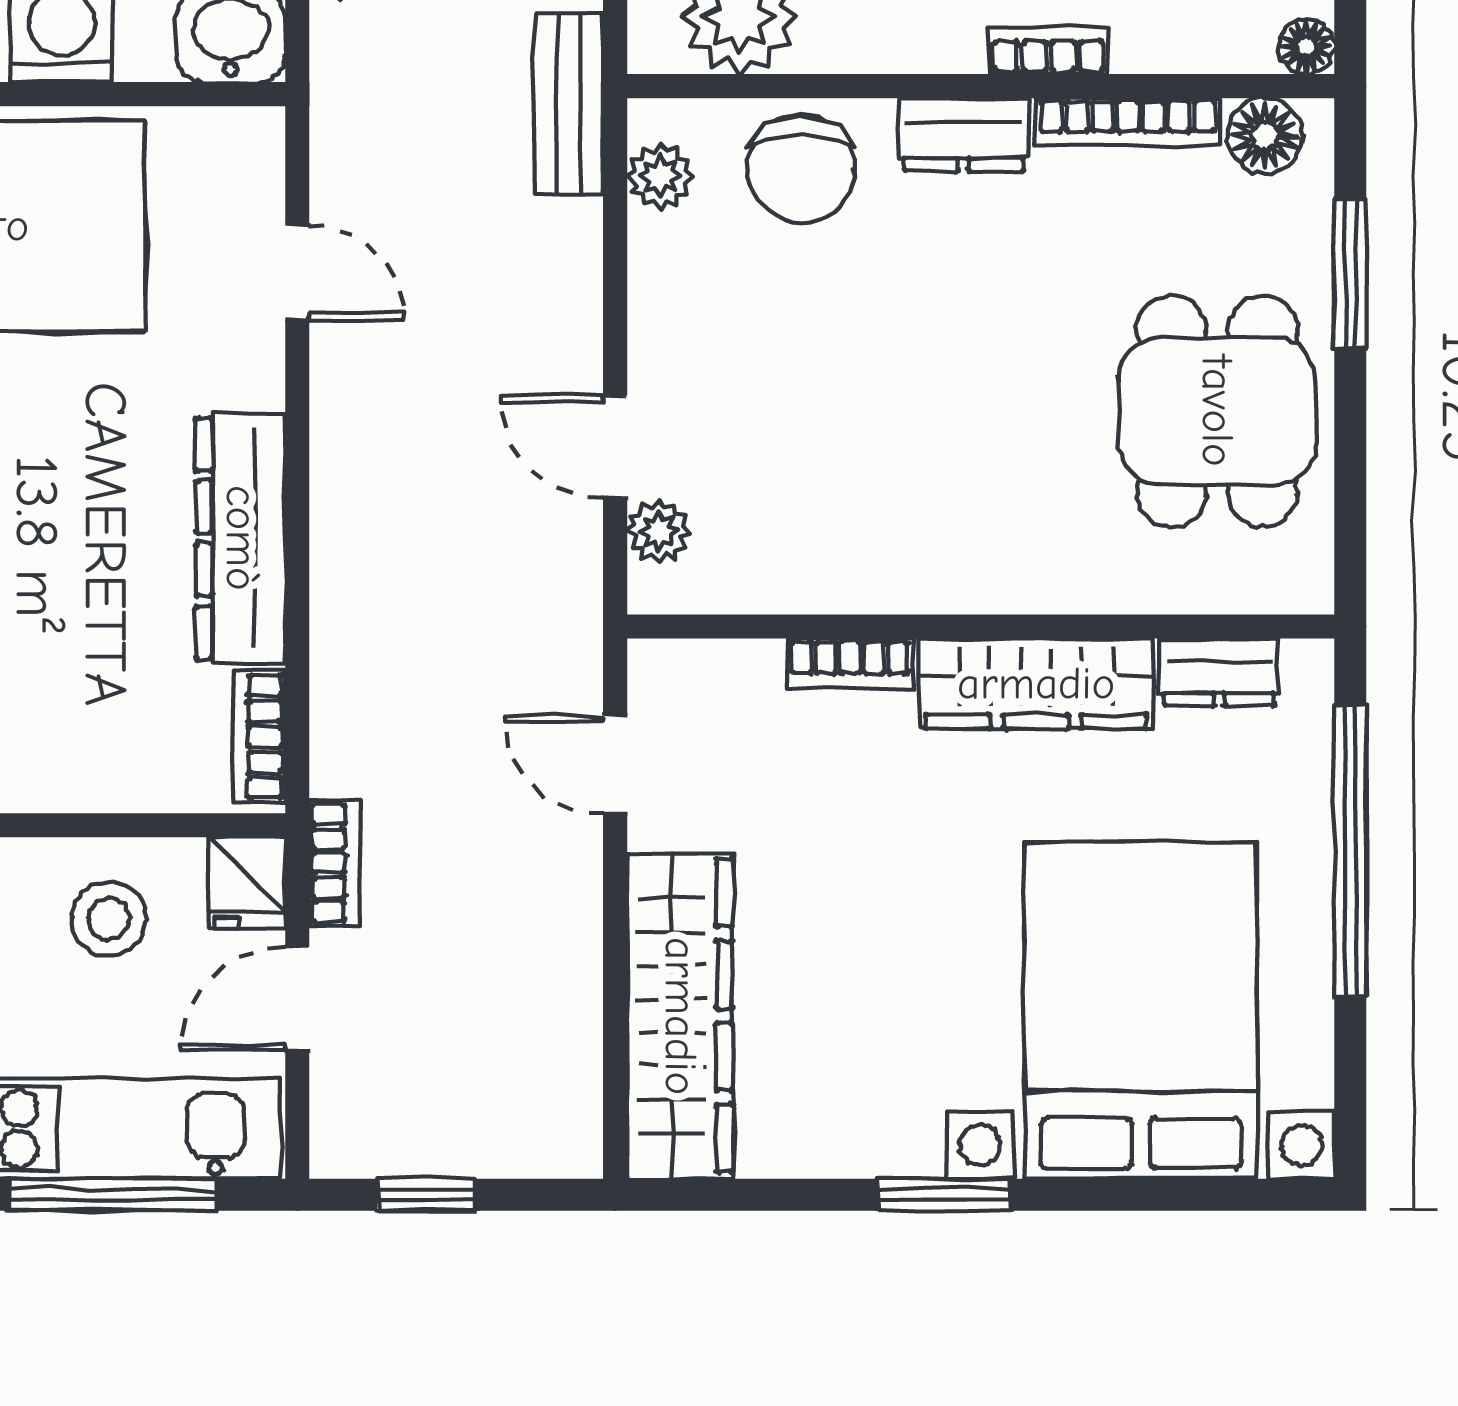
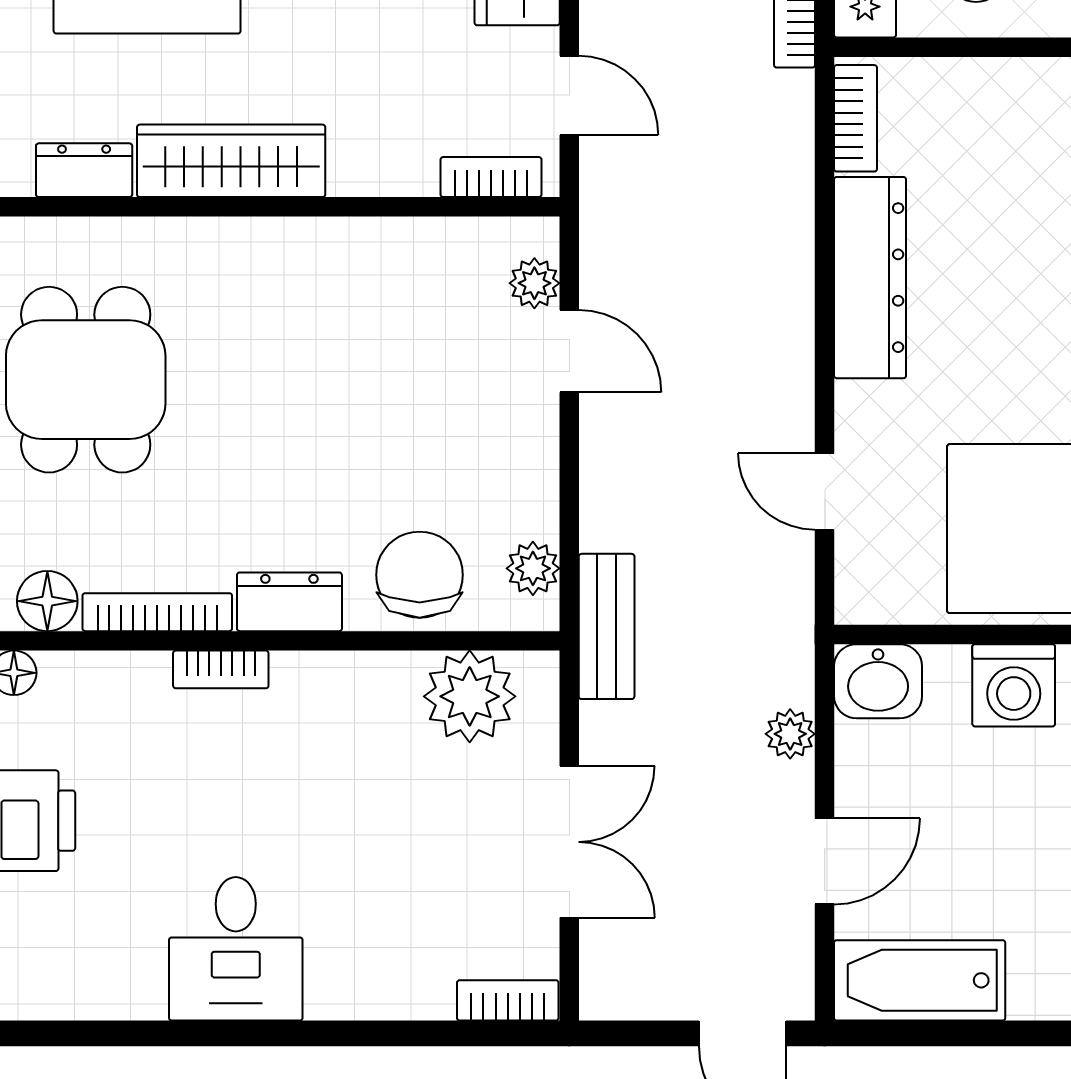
bookcase: (850, 664) -> (491, 177), moved

